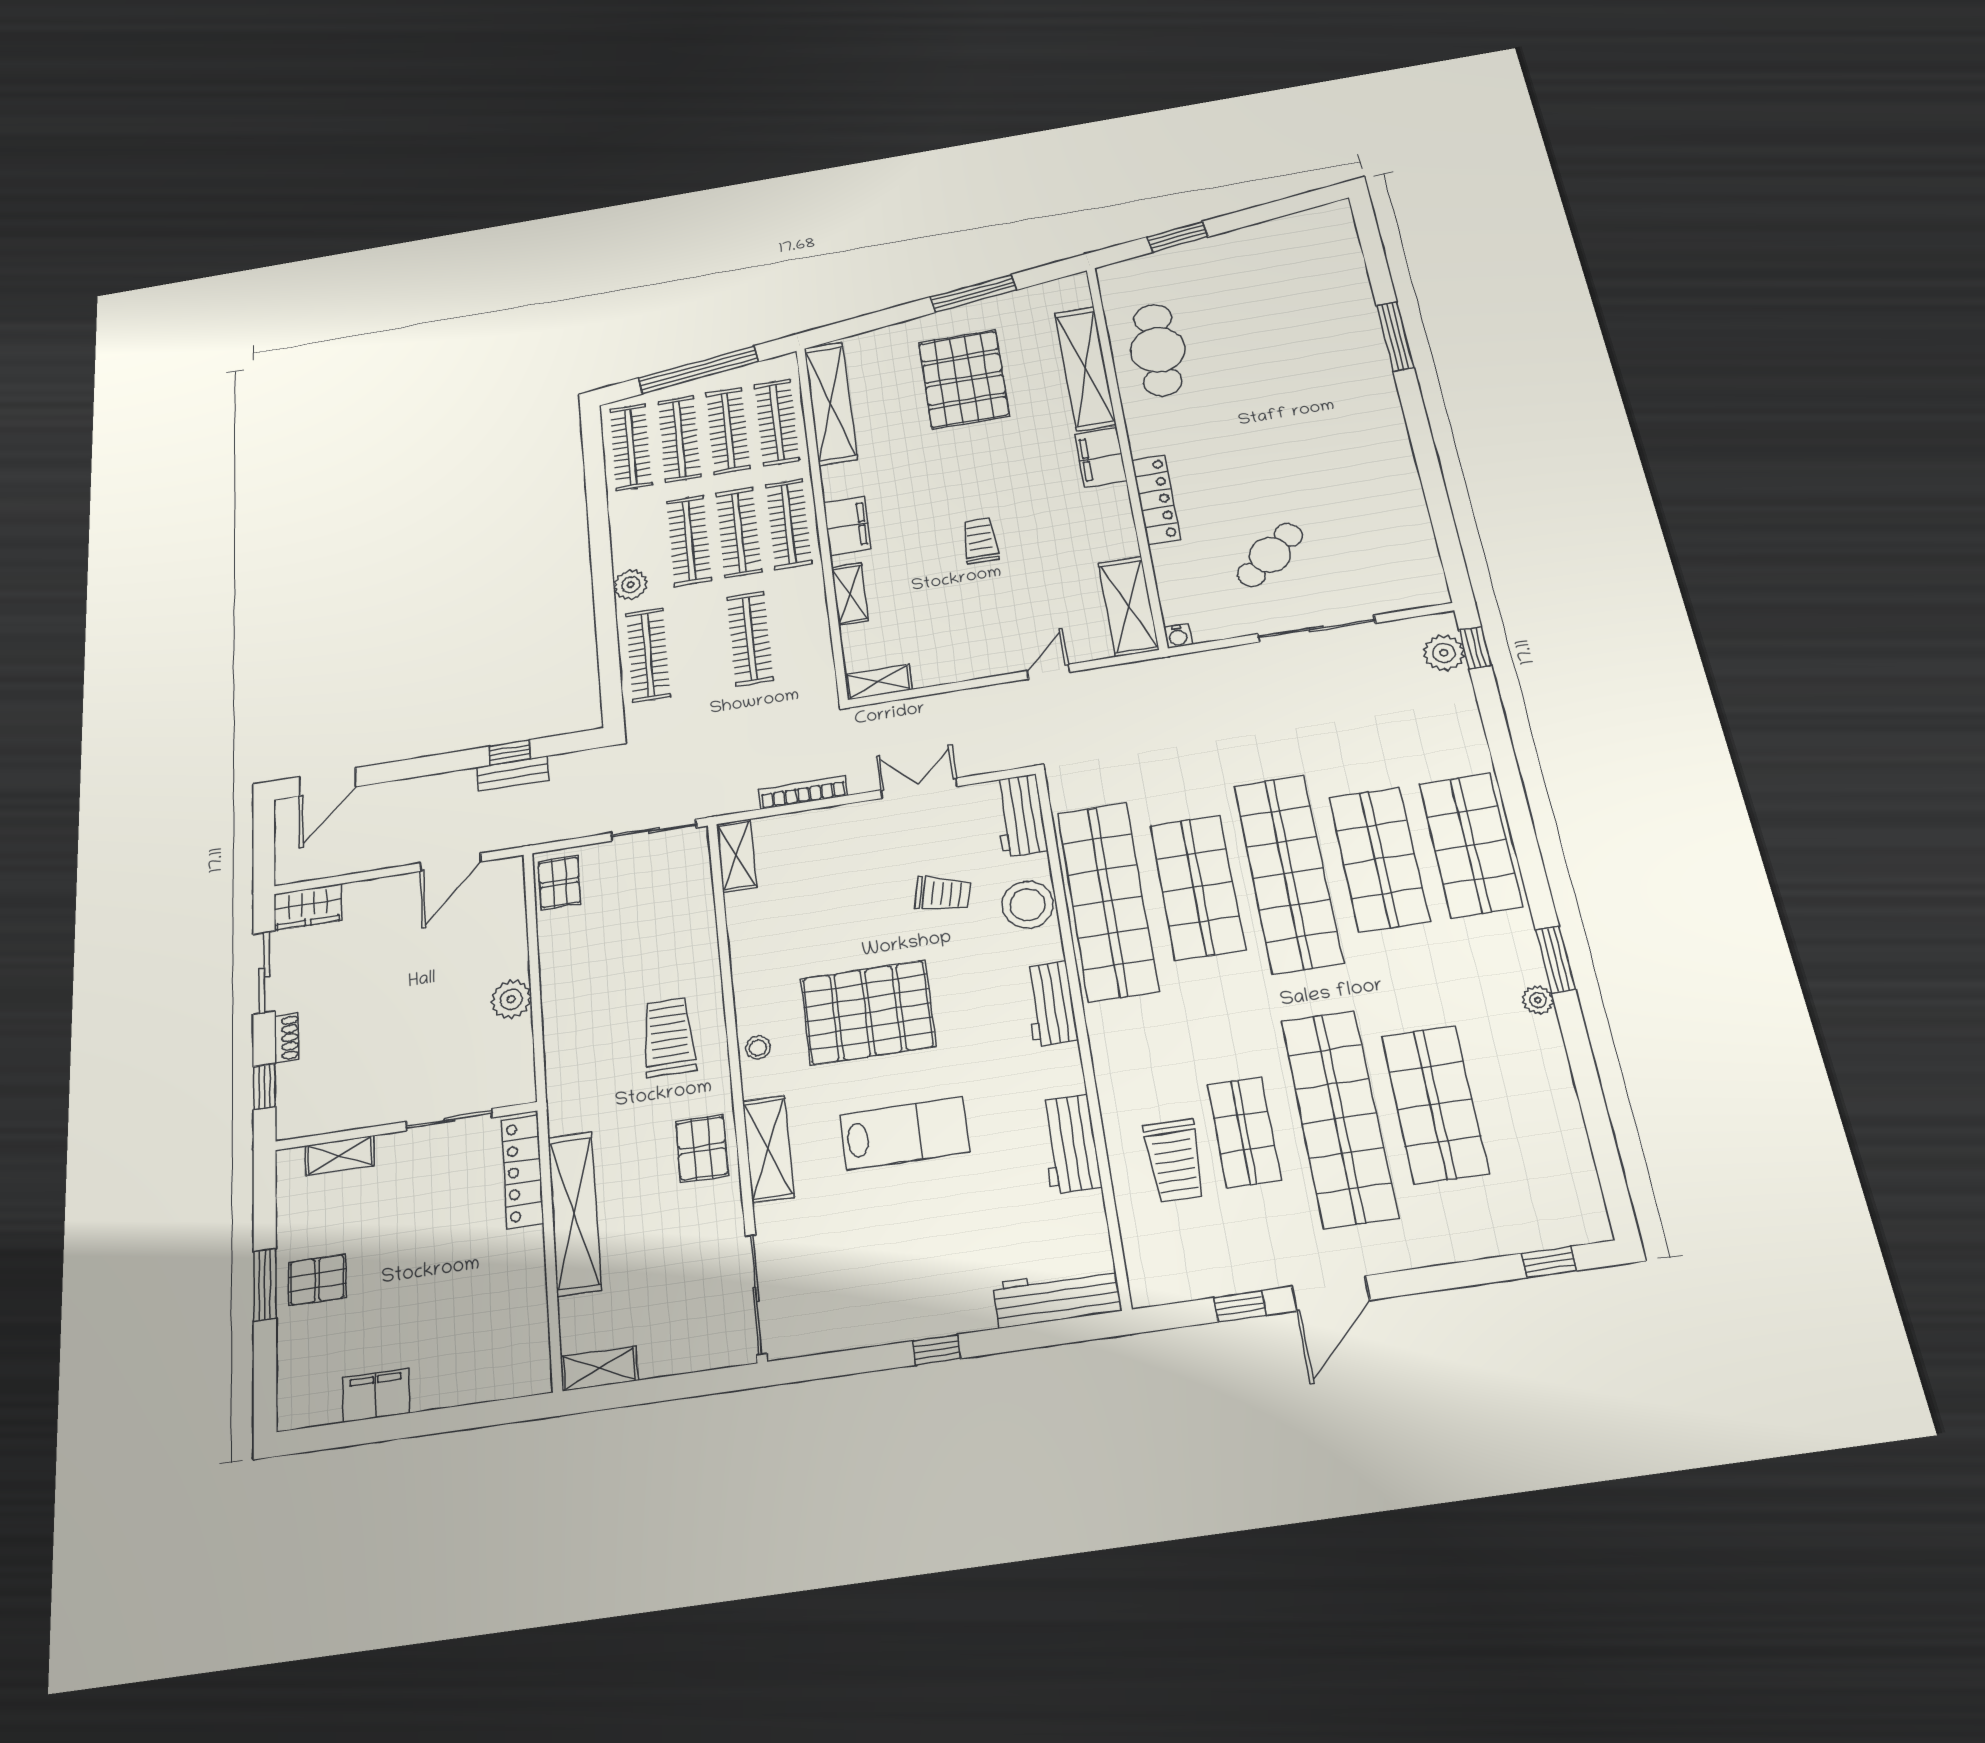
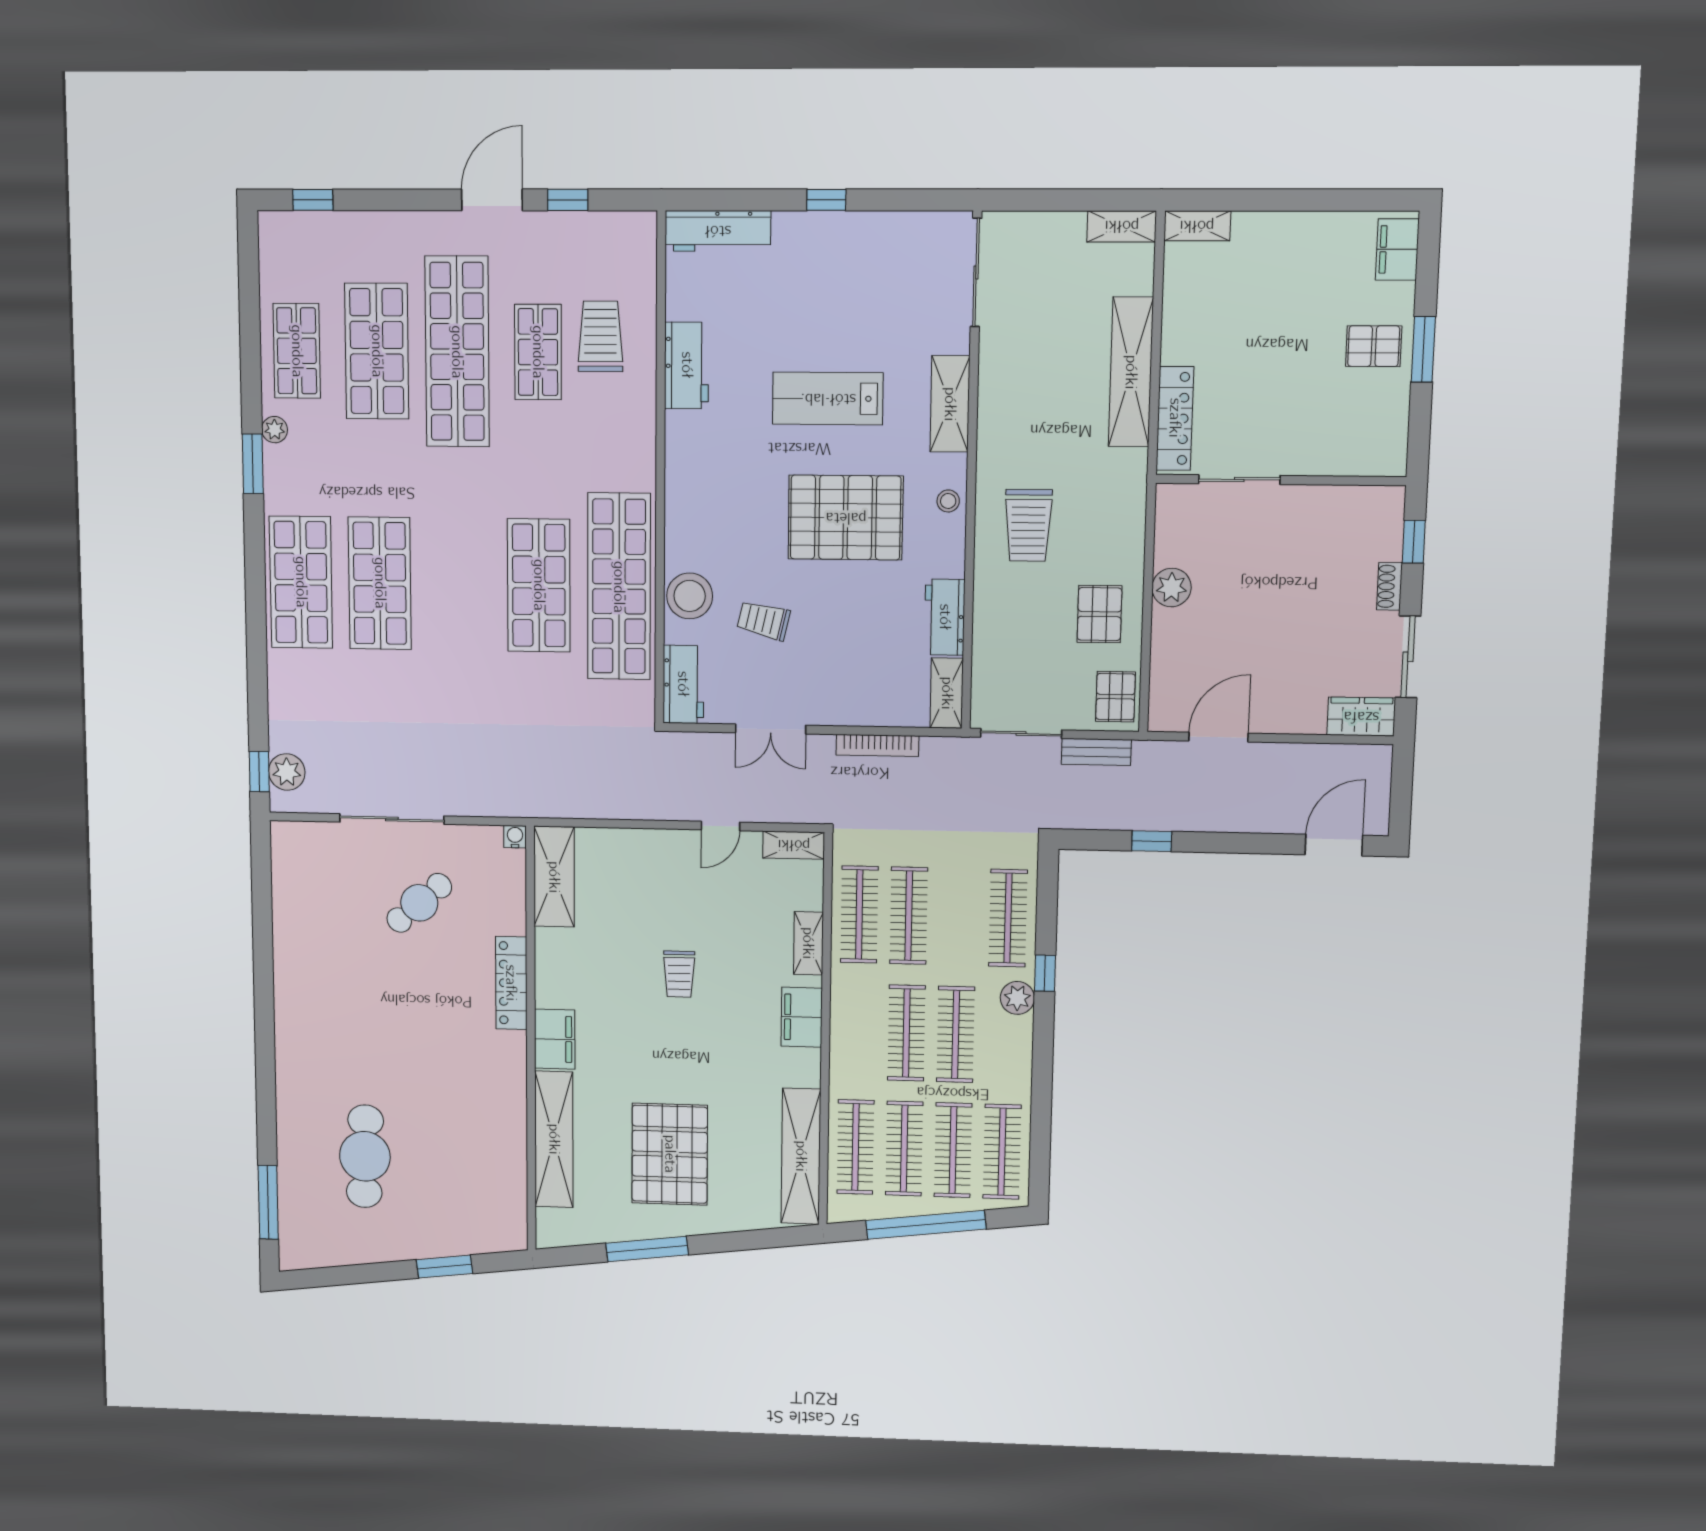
window: (1395, 336) -> (268, 1202), moved
cafe table: (1158, 350) -> (365, 1156), moved
clothes rail: (789, 524) -> (859, 915), moved
window: (605, 612) -> (1045, 973), added
door: (1048, 672) -> (720, 826), moved
bench: (513, 774) -> (1096, 752), moved
shop shelf: (1288, 873) -> (297, 351), moved, width x0.50, depth x0.74
workbench: (1050, 1004) -> (945, 617), moved, turned 180
pallet: (702, 1148) -> (1099, 614), moved
shelving: (340, 1155) -> (1197, 226), moved
filing cabinet: (376, 1395) -> (1397, 249), moved, turned 90

